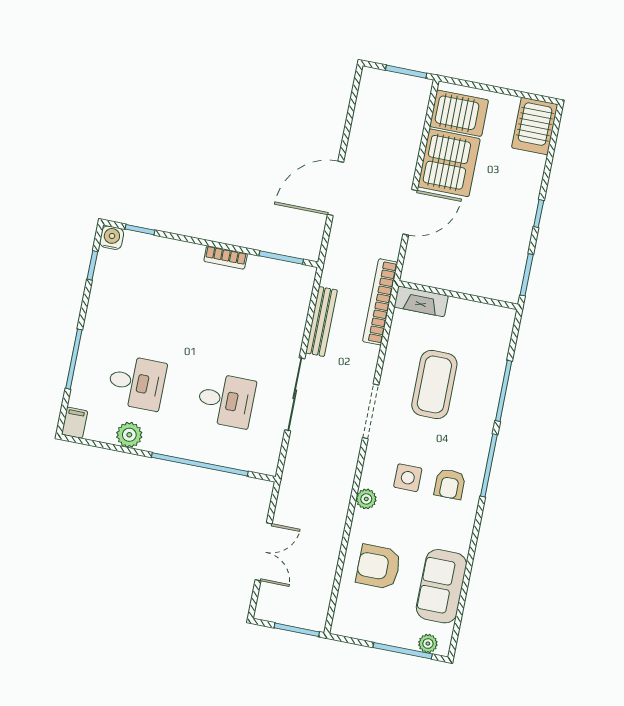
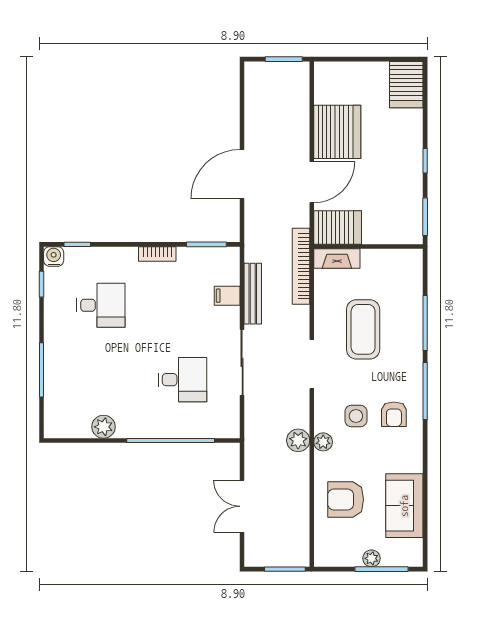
server rack: (459, 113) -> (338, 227), moved
desk: (137, 383) -> (101, 305), moved
filing cabinet: (75, 423) -> (227, 296), moved, turned -90
plant: (339, 492) -> (298, 440), added
double door: (264, 552) -> (242, 506), swing flipped
plant: (428, 644) -> (371, 558), moved

